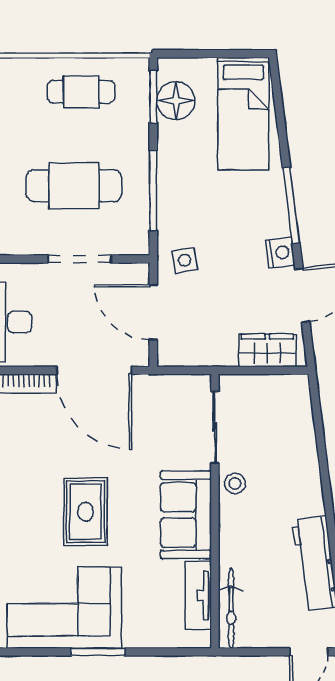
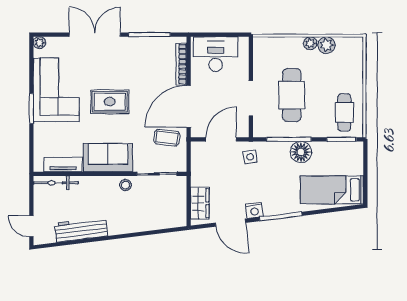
cafe table: (81, 92) -> (344, 112), moved
floor lamp: (176, 101) -> (301, 152), moved
coffee table: (150, 409) -> (167, 138), added

